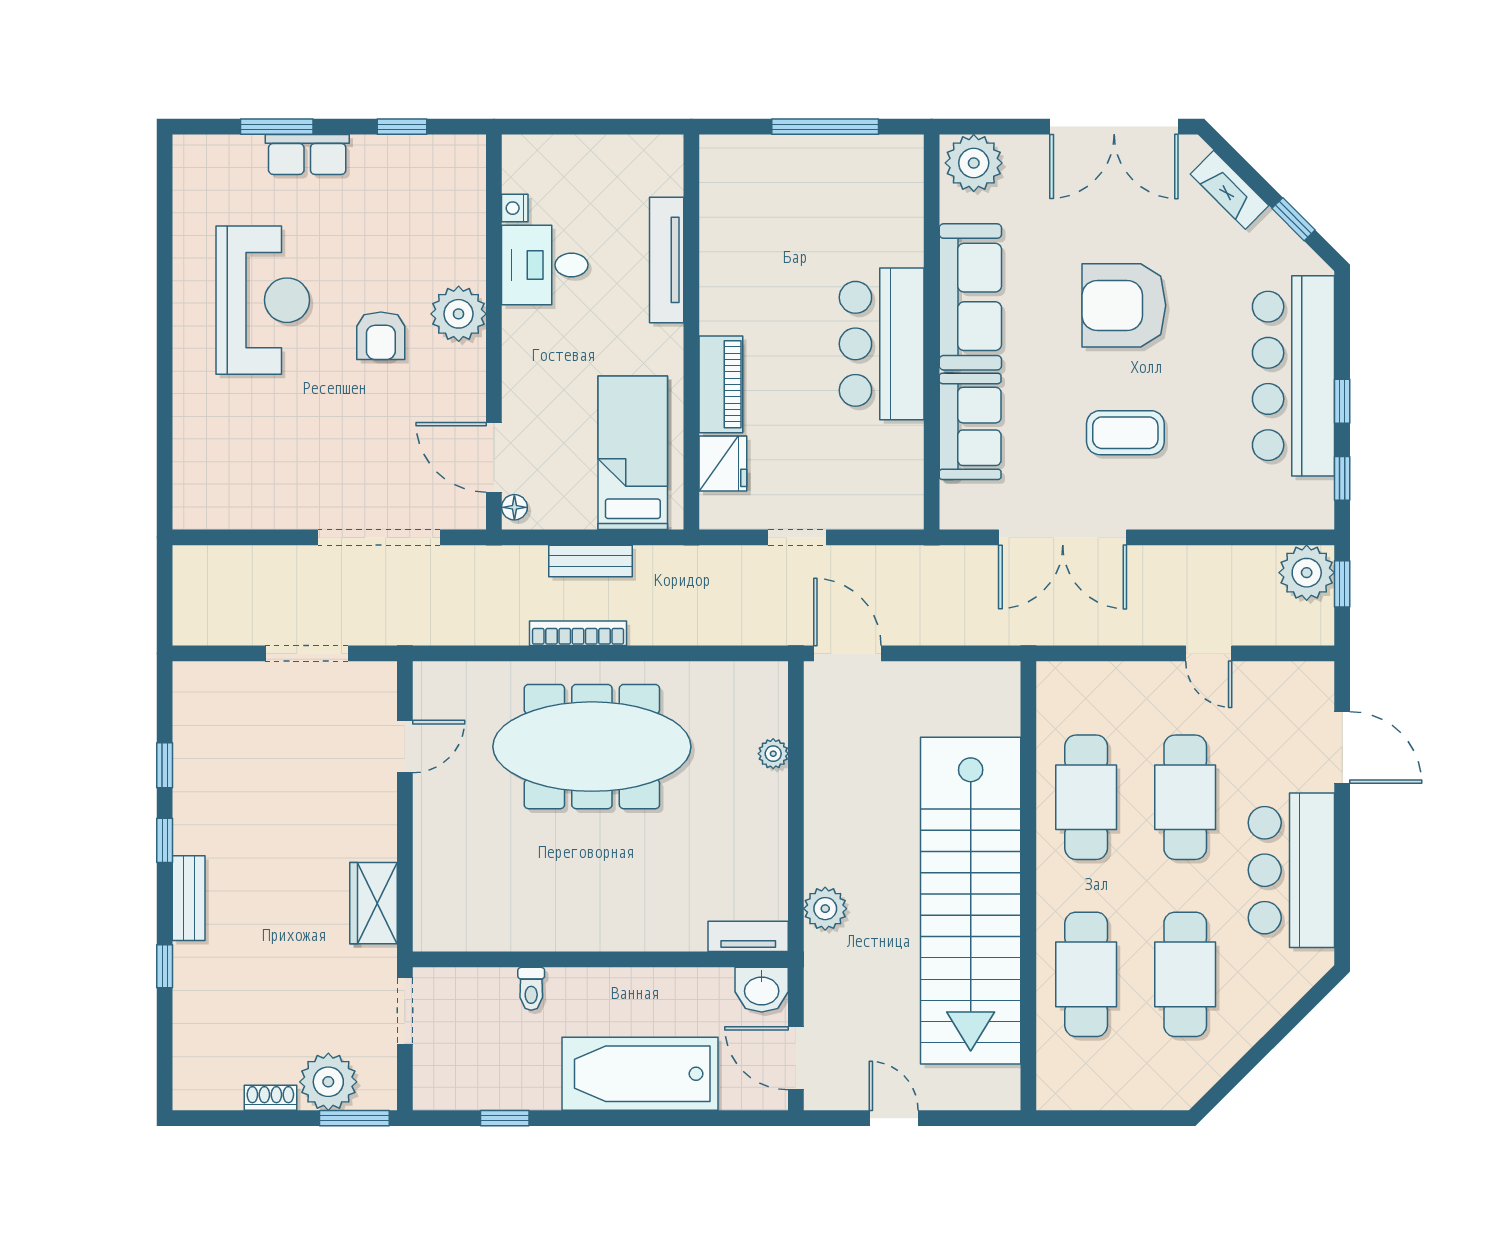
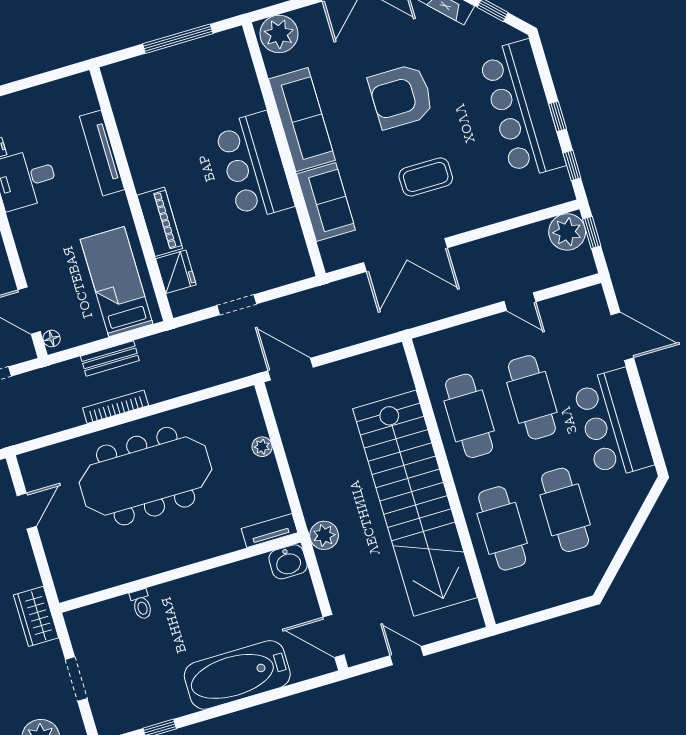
tv unit: (748, 936) -> (270, 531), moved
wall: (600, 959) -> (180, 573), moved
toilet: (531, 989) -> (141, 604), moved
washbasin: (762, 990) -> (288, 562), moved

